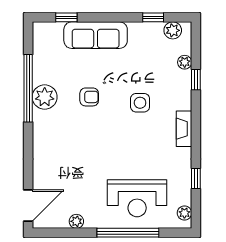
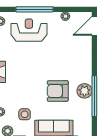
armchair: (89, 97) -> (58, 91), width x1.88, depth x1.88
side table: (140, 103) -> (25, 114), moved

